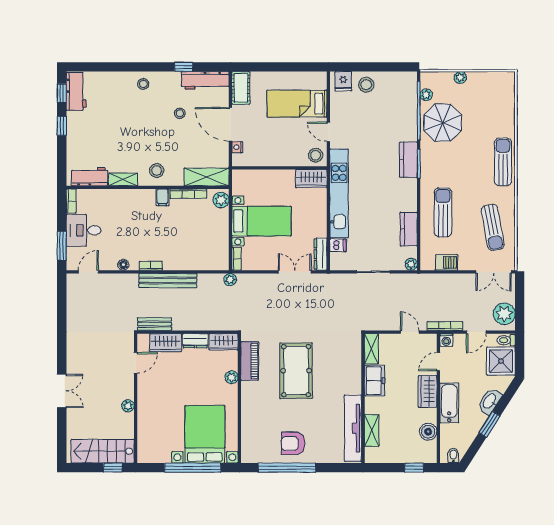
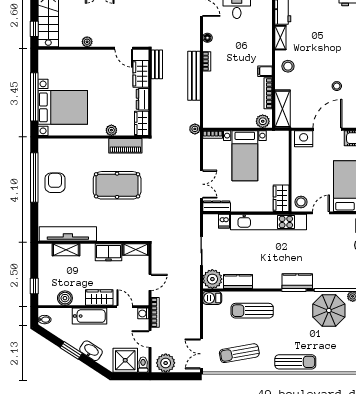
nightstand: (237, 147) -> (304, 139), width x1.89, depth x1.79
sun lounger: (443, 212) -> (252, 311), turned 180
barbecue: (447, 262) -> (212, 298), moved, turned 90
plant: (411, 264) -> (212, 279), width x1.88, depth x1.88

